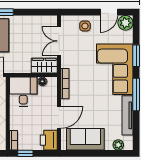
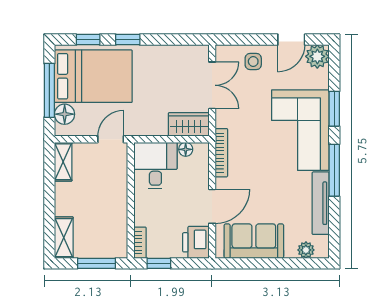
double door: (59, 41) -> (212, 85), swing flipped

